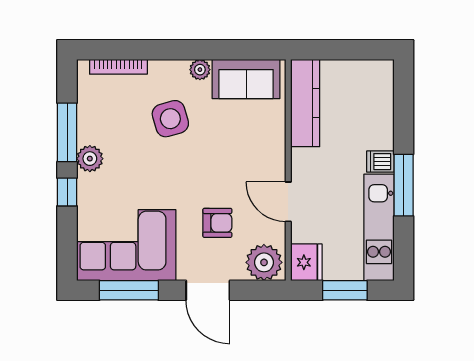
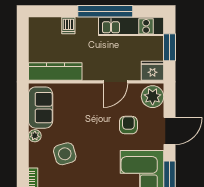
dishwasher: (380, 162) -> (68, 26), moved
window: (404, 185) -> (105, 11), width x1.46

